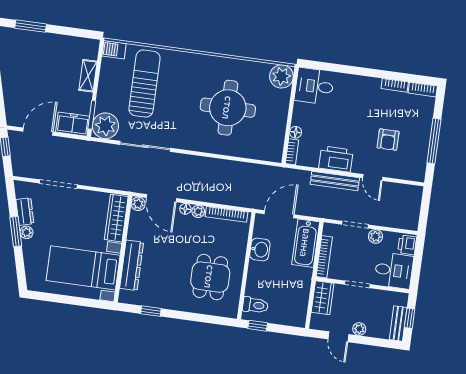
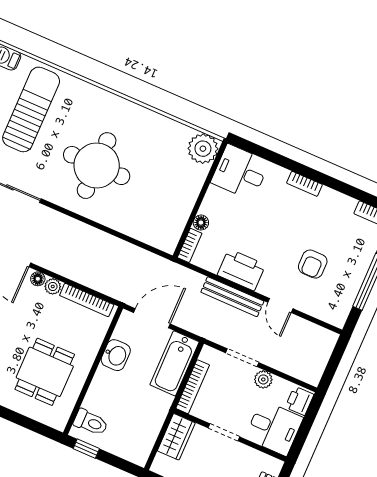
bookcase: (395, 85) -> (304, 184), moved
round table: (228, 108) -> (97, 166), moved

